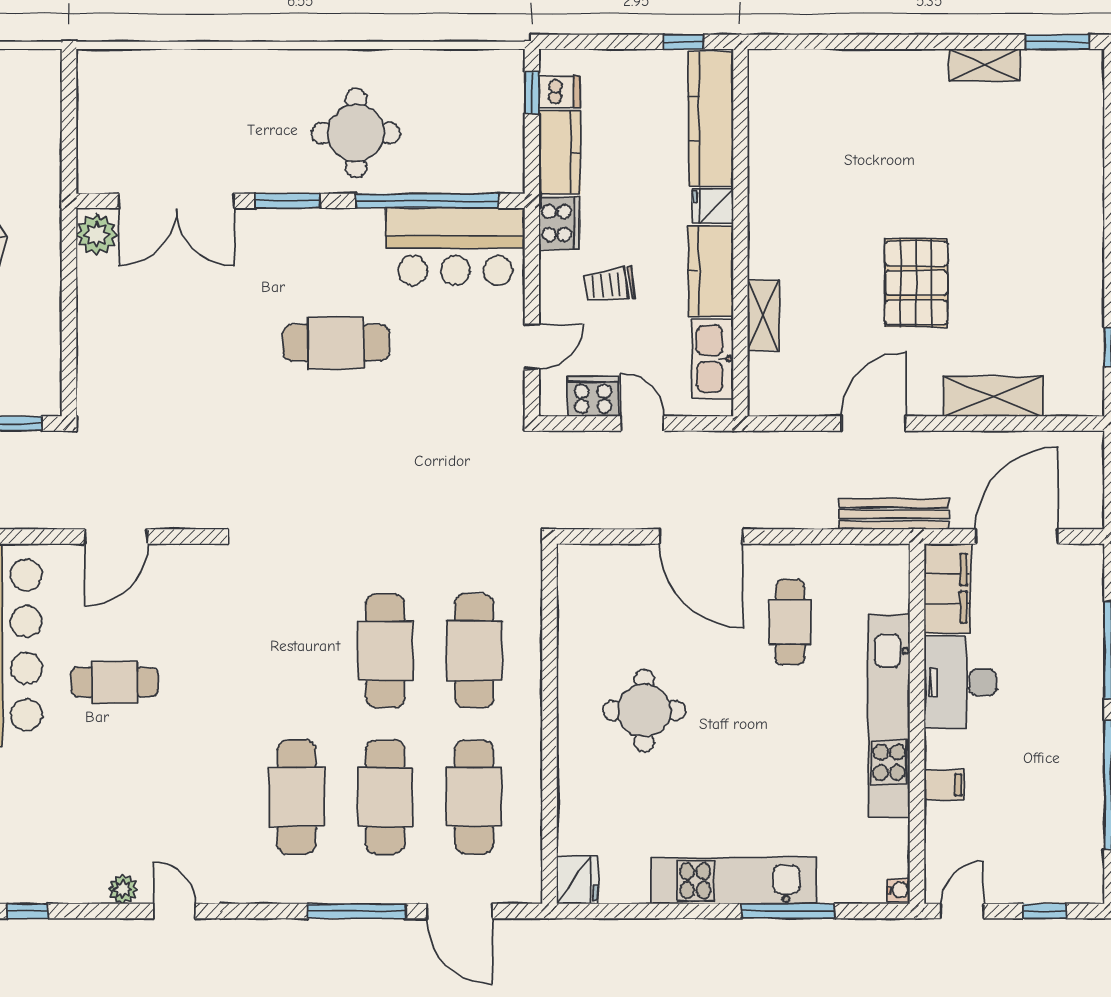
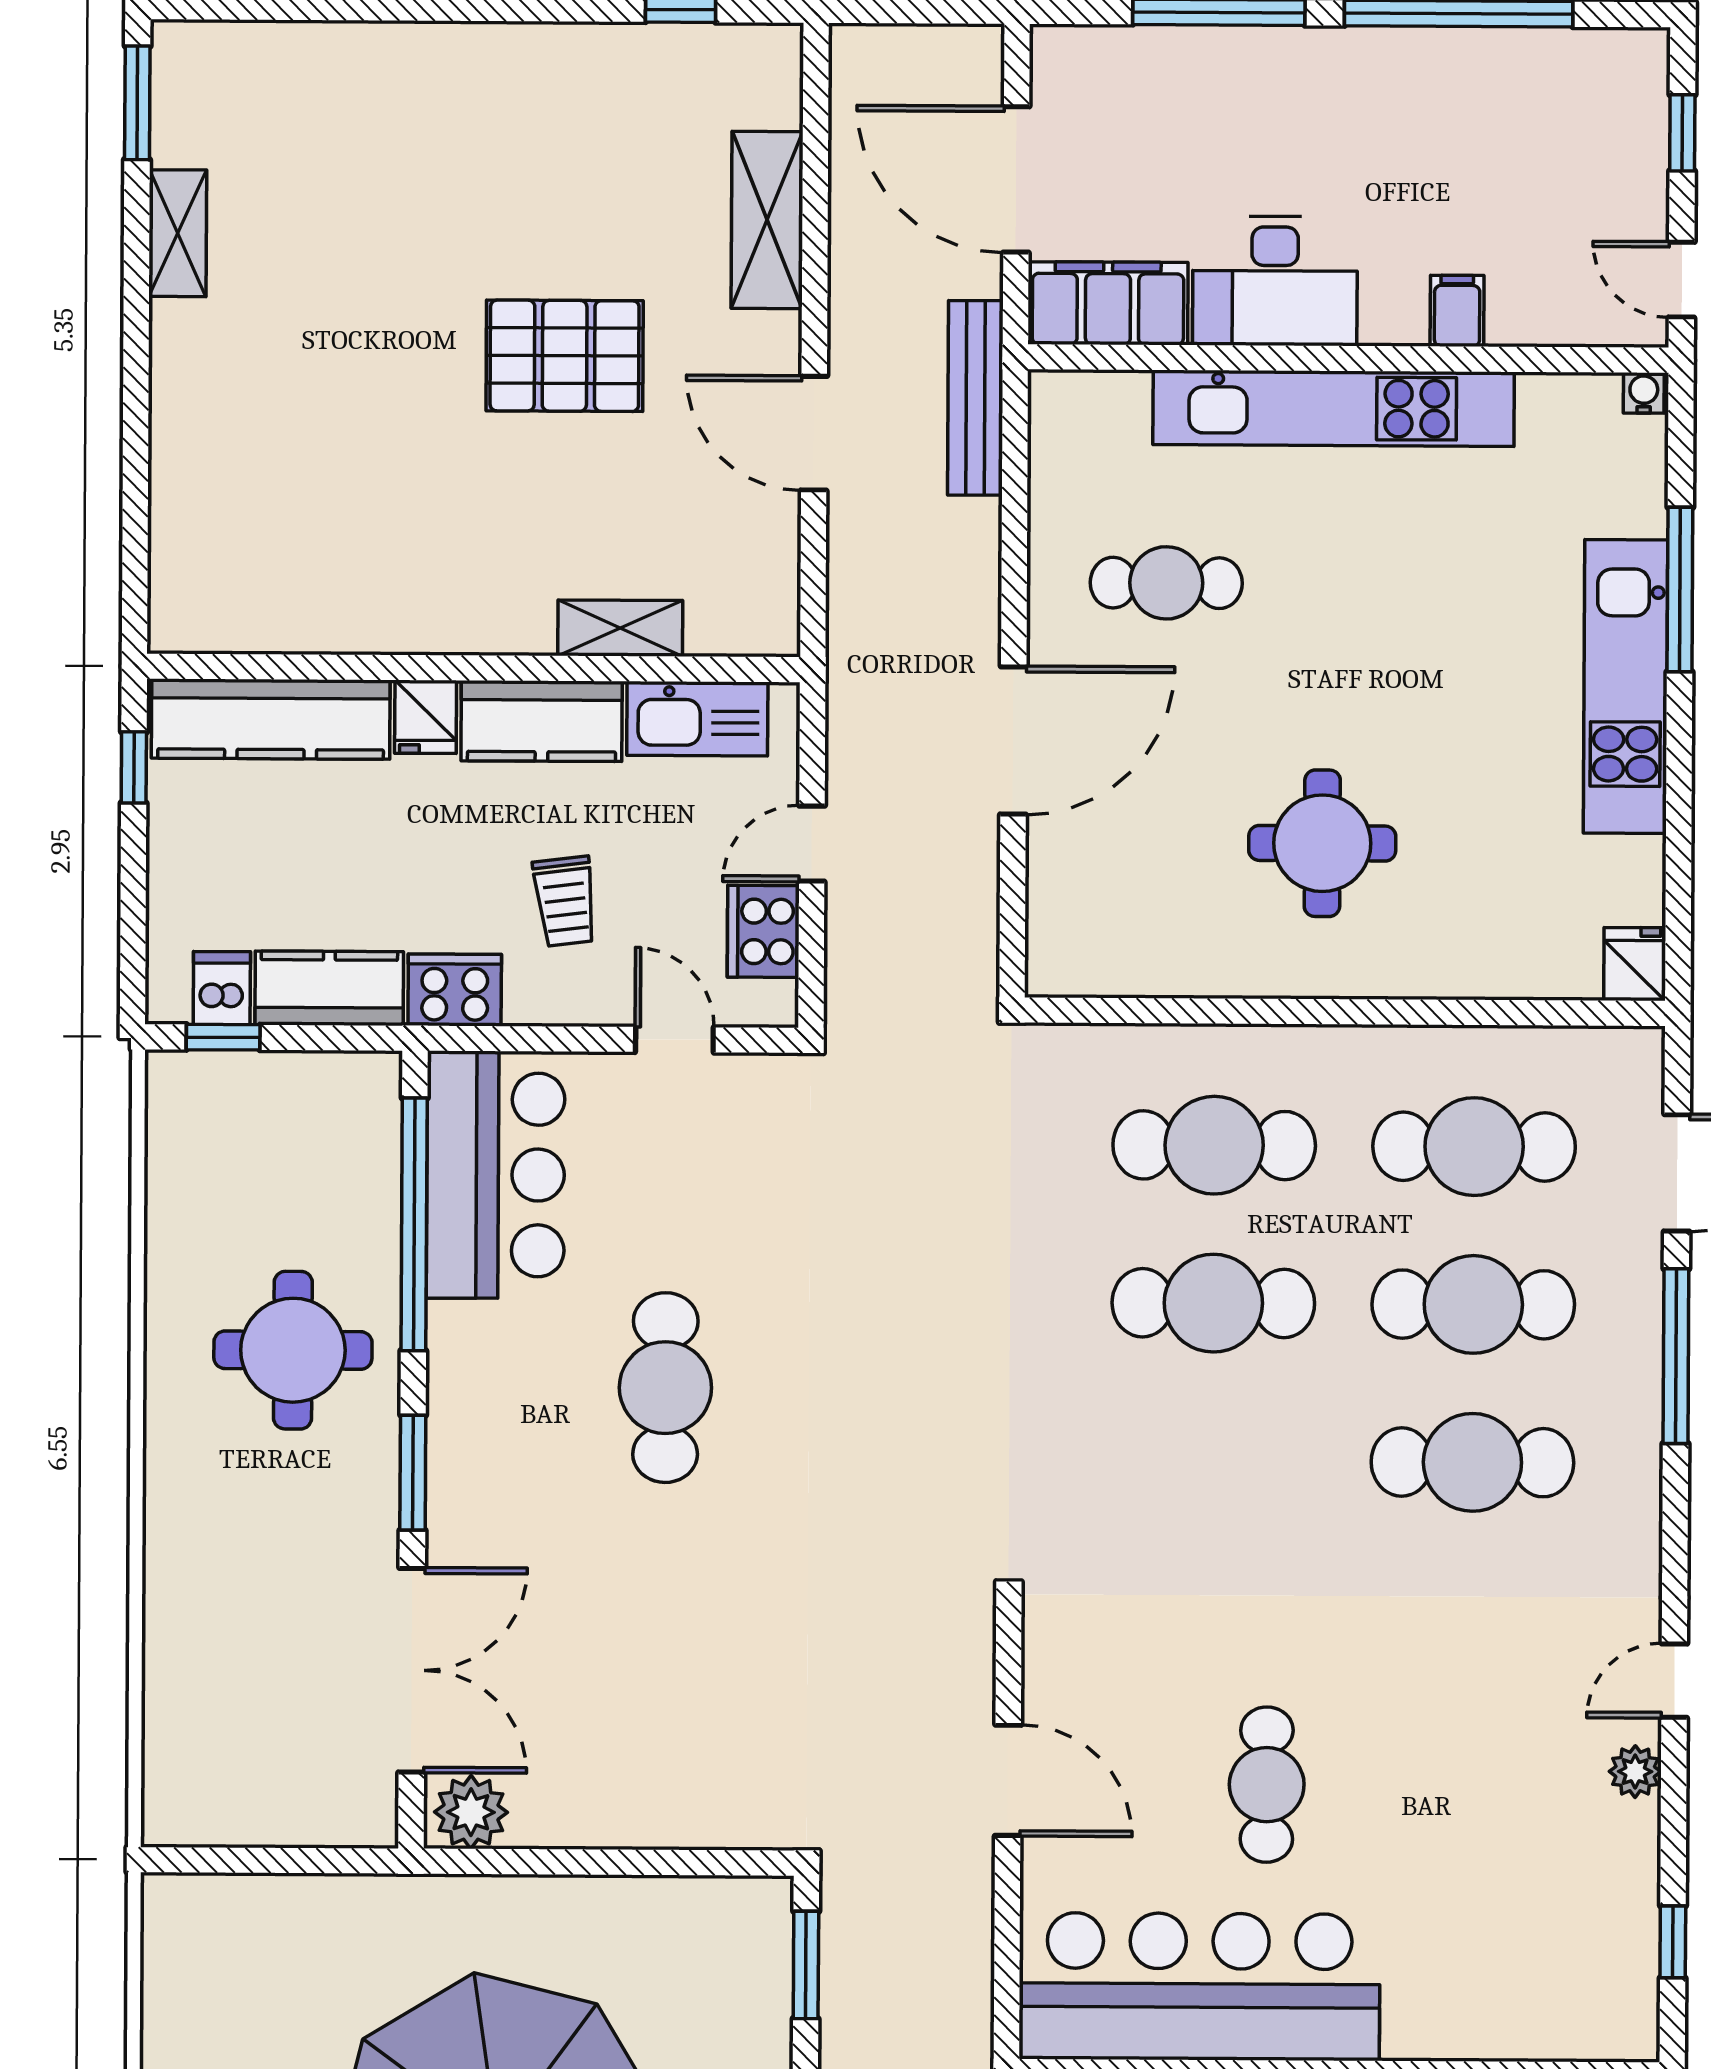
fridge: (577, 880) -> (1635, 964), width x0.72

